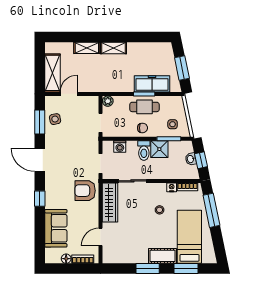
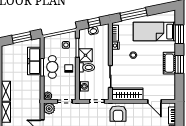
plant: (92, 103) -> (49, 109), added
cot: (162, 256) -> (169, 63), moved

